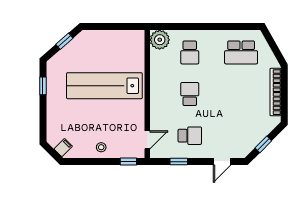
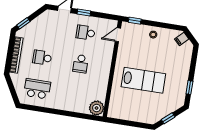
school desk: (190, 52) -> (42, 58), moved, turned -90
lab bench: (104, 86) -> (143, 80), width x0.73
window: (263, 144) -> (23, 23), moved
window: (179, 162) -> (84, 13), moved

